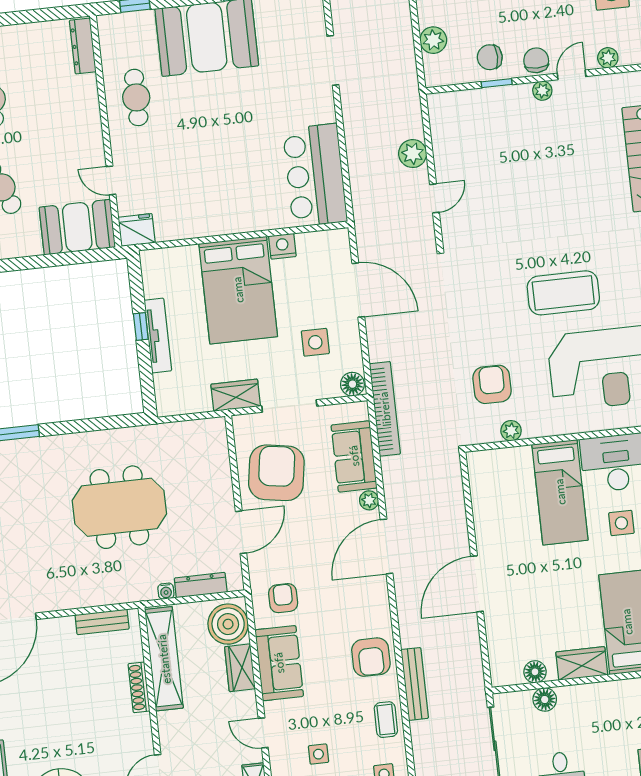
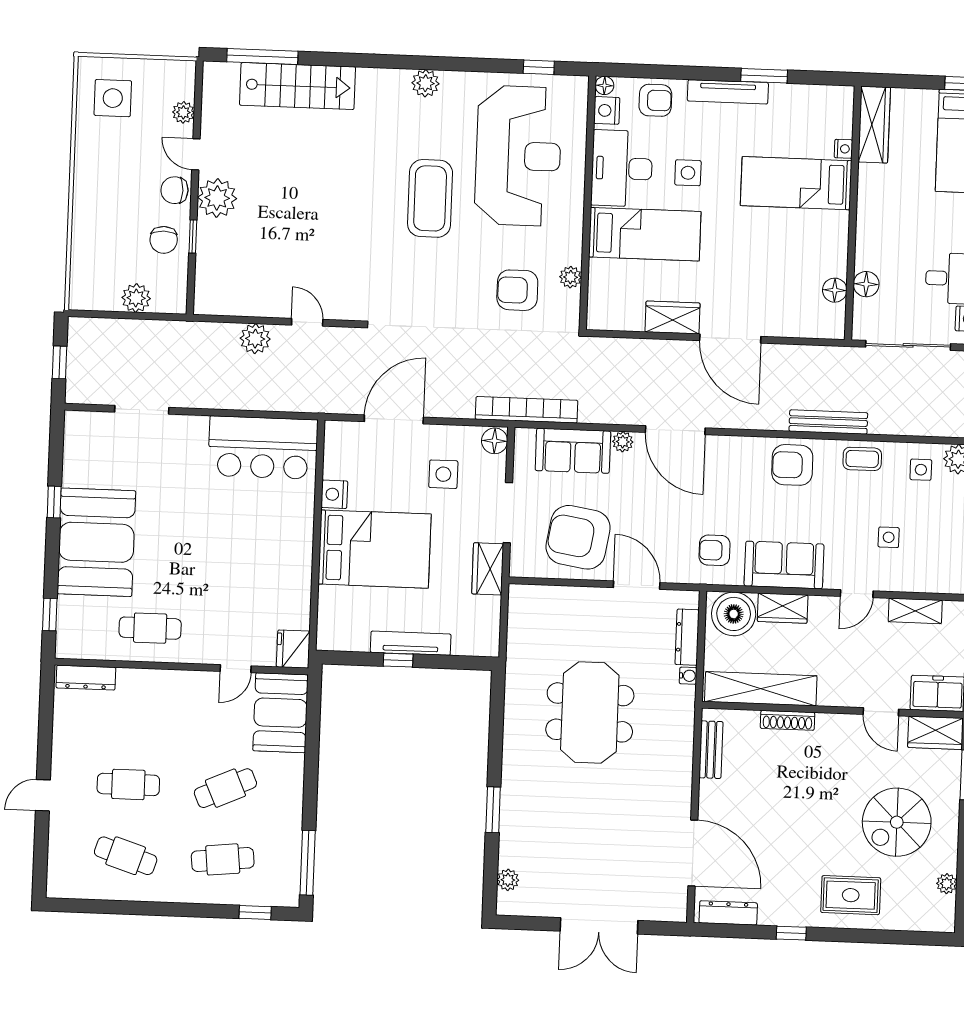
plant: (542, 91) -> (217, 198), width x1.87, depth x1.87
armchair: (371, 657) -> (792, 465), turned 180
wardrobe: (582, 663) -> (673, 318), moved, turned 90

